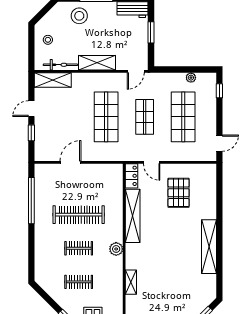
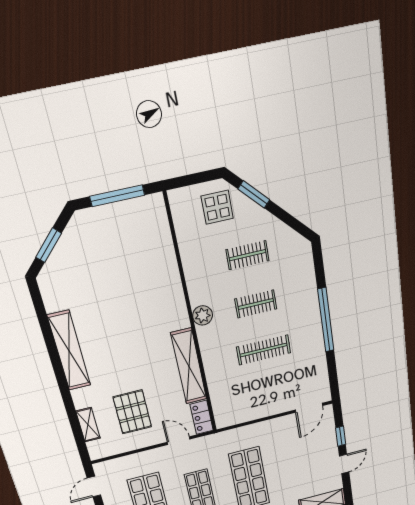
door: (70, 162) -> (309, 408), moved
window: (31, 201) -> (326, 320), moved
clothes rail: (79, 215) -> (264, 350), width x0.73, depth x0.76
shelving: (131, 282) -> (88, 425), moved

